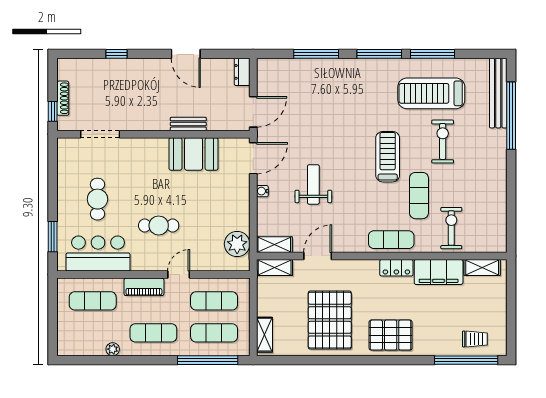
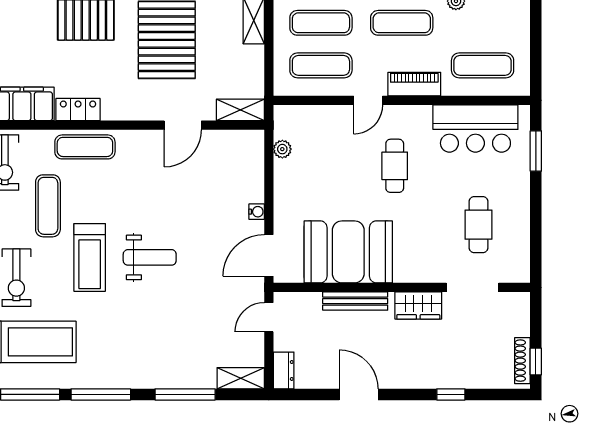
shoe rack: (63, 98) -> (522, 361), moved
window: (53, 111) -> (536, 361), moved
door: (253, 112) -> (269, 317), width x0.73
wardrobe: (141, 121) -> (418, 306), added
bench: (188, 124) -> (355, 301), width x1.36
booth: (194, 154) -> (348, 252), width x1.36, depth x1.42
weight bench: (313, 184) -> (150, 257), moved, turned -90
cafe table: (97, 199) -> (479, 225), moved
cafe table: (159, 225) -> (395, 166), turned 90
plant: (237, 244) -> (282, 149), width x0.53, depth x0.53
shelving: (274, 245) -> (241, 378), moved

